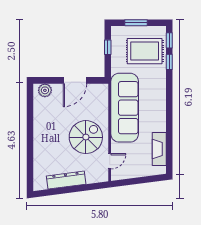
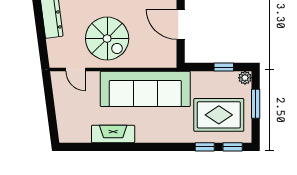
plant: (116, 31) -> (245, 78), added
rug: (145, 51) -> (219, 115), turned 90
fireplace: (159, 149) -> (113, 134), moved

